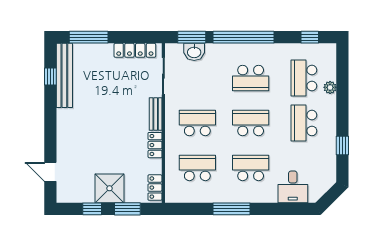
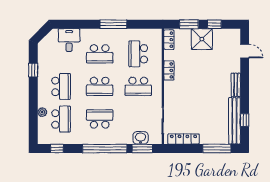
bench: (156, 114) -> (236, 85), moved
school desk: (197, 168) -> (138, 54), turned 90

